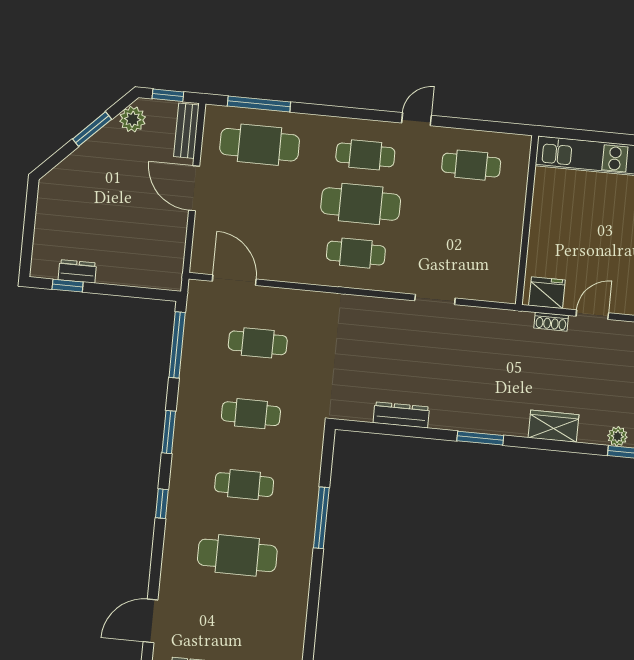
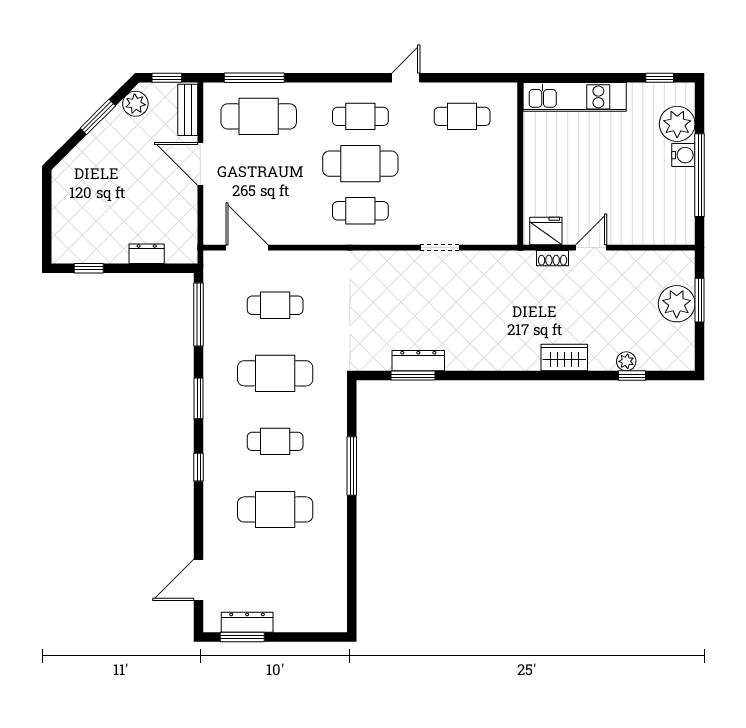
dresser: (77, 271) -> (147, 254), moved
cafe table: (251, 414) -> (275, 373), width x1.37, depth x1.35
window: (480, 438) -> (413, 376), moved

